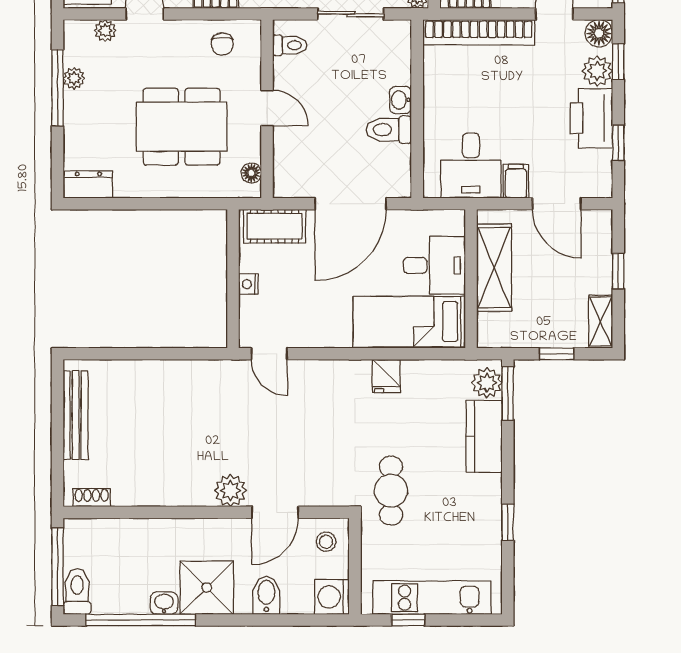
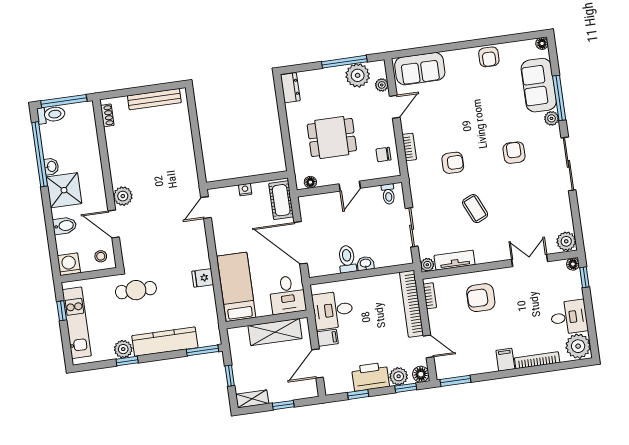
plant: (74, 78) -> (358, 75), width x1.88, depth x1.88
dining table: (182, 127) -> (332, 137), width x0.73
desk: (434, 265) -> (287, 295), moved
plant: (487, 383) -> (123, 349), moved
kitchen counter: (484, 436) -> (165, 342), width x1.50

